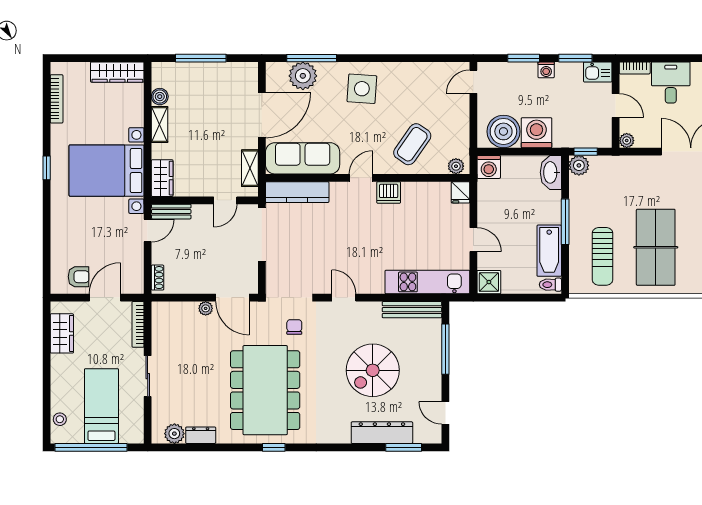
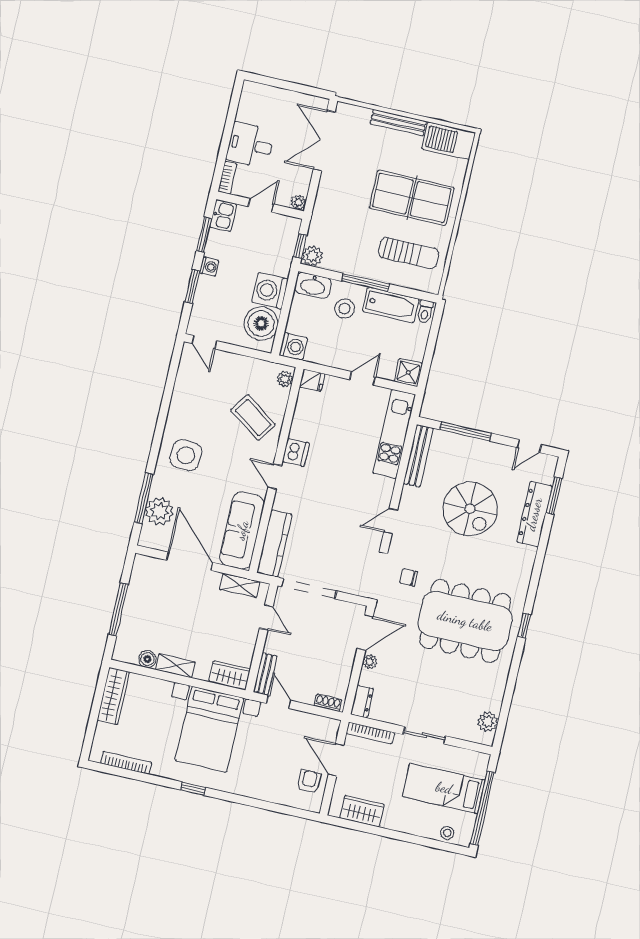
stool: (536, 208) -> (345, 309), added
dresser: (201, 435) -> (362, 701), moved, turned 180

